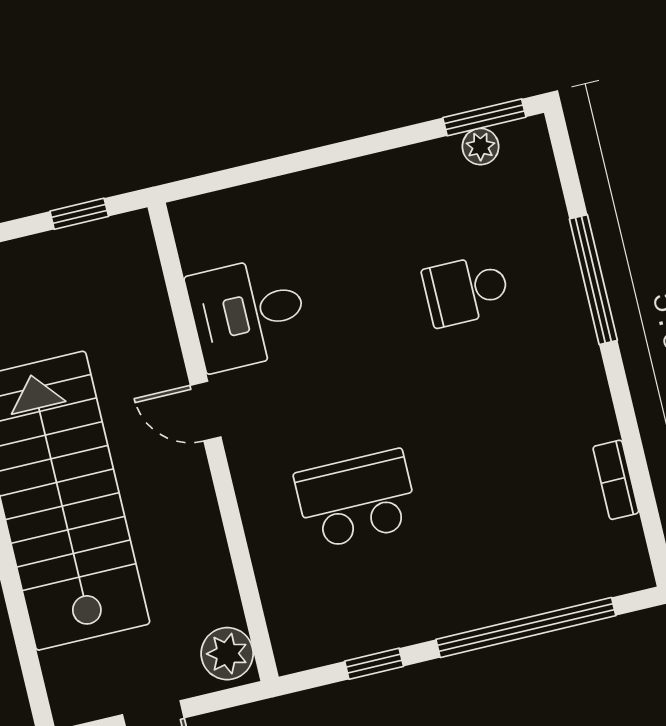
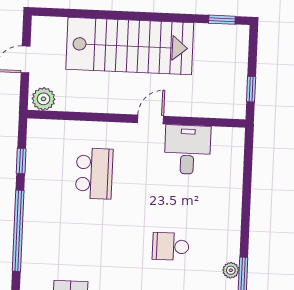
school desk: (466, 290) -> (171, 246), turned -90

